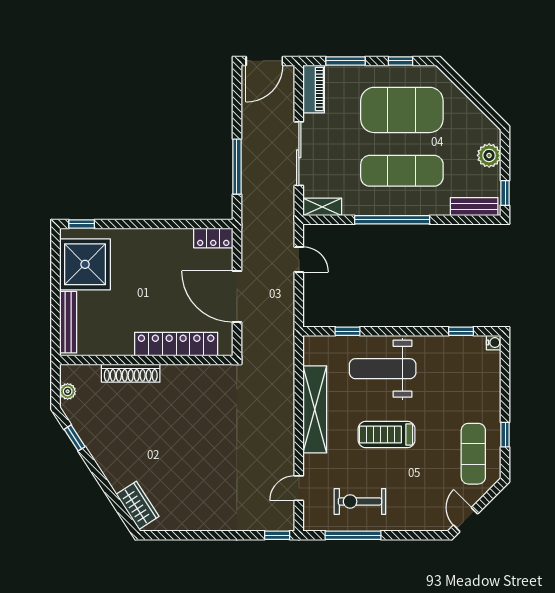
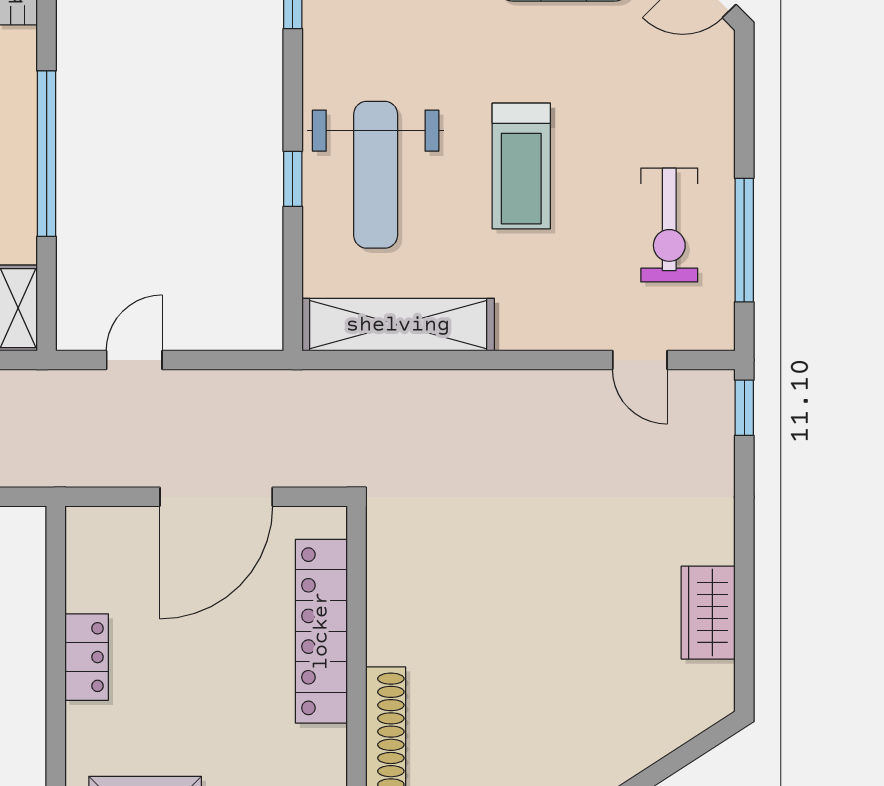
locker: (213, 238) -> (87, 657), moved
window: (348, 331) -> (293, 179), moved
shelving: (315, 409) -> (398, 325), moved
wardrobe: (138, 505) -> (708, 613), moved, turned -57

